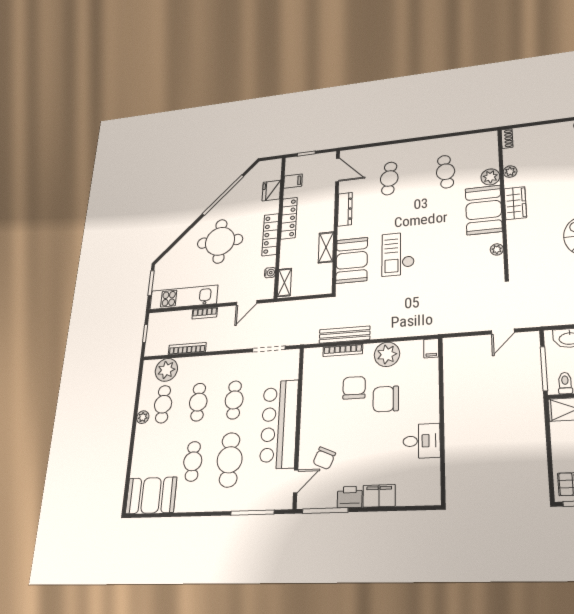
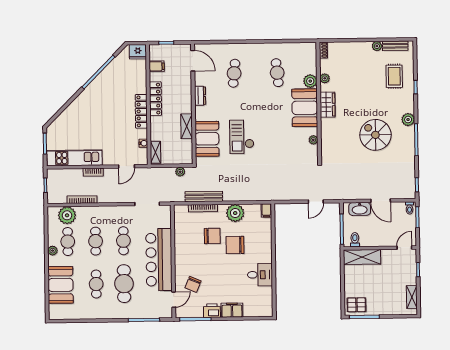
fridge: (271, 191) -> (138, 52), moved, turned -90
dresser: (345, 209) -> (200, 96), width x0.70
round table: (220, 241) -> (100, 113), removed
plant: (315, 304) -> (180, 172), added
chair: (354, 388) -> (212, 236), turned 90
booth: (151, 495) -> (61, 285), moved, turned 90

